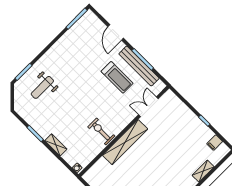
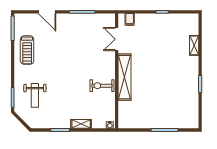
bench: (139, 66) -> (84, 19), removed
treadmill: (117, 77) -> (27, 50), moved, turned 90
filing cabinet: (215, 143) -> (130, 19), moved

